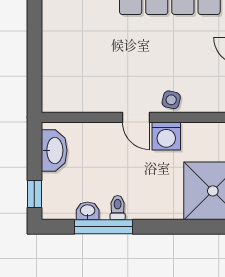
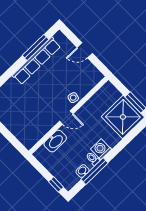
washing machine: (166, 136) -> (101, 149), moved, turned 180
washbasin: (54, 150) -> (55, 141), moved, turned 90

